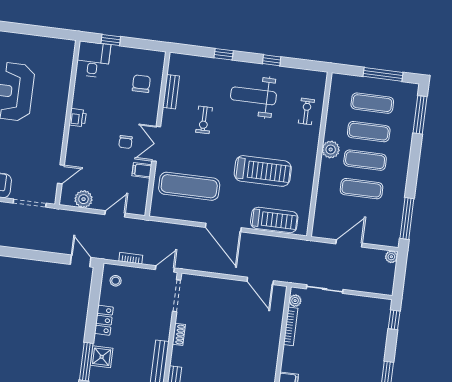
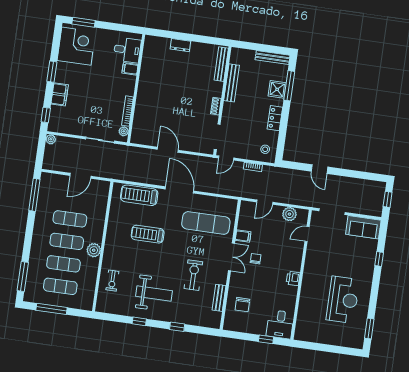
exercise bike: (204, 120) -> (193, 275), width x1.38, depth x1.39
treadmill: (263, 171) -> (148, 234), width x0.73, depth x0.73
plant: (391, 257) -> (51, 139), moved
door: (81, 261) -> (320, 169), moved
door: (260, 281) -> (168, 150), moved
filing cabinet: (377, 346) -> (60, 94), added

